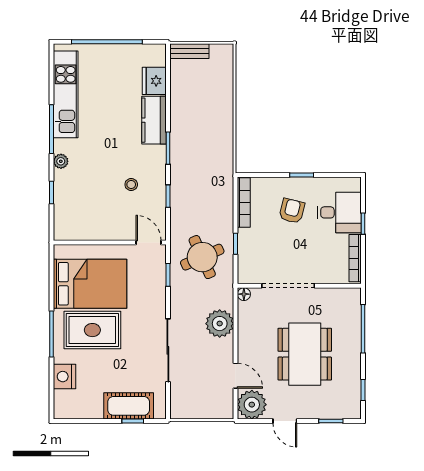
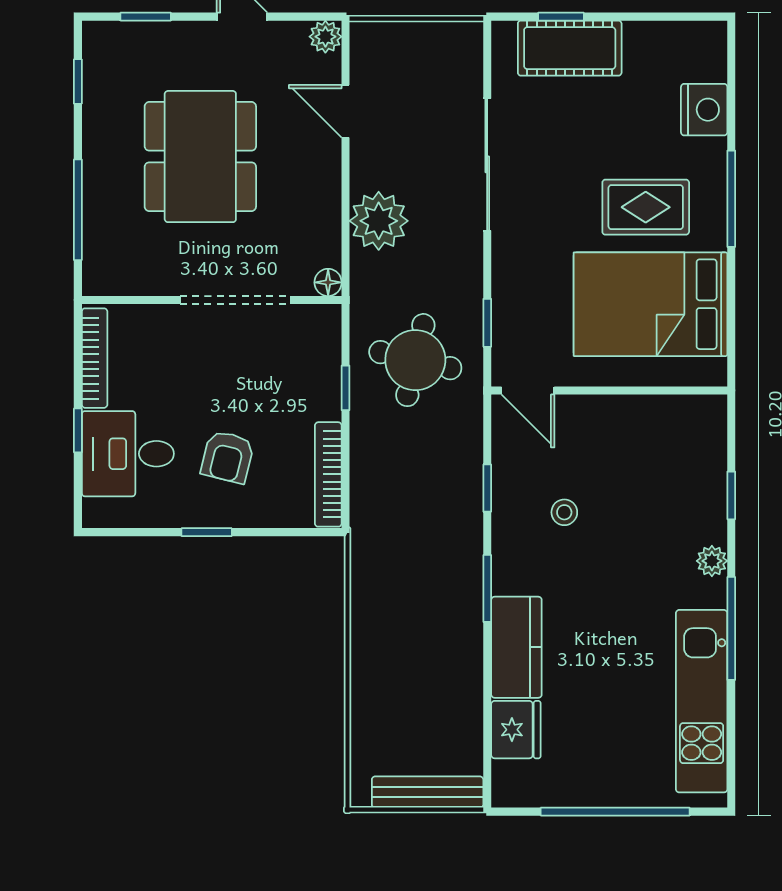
bench: (189, 51) -> (428, 792), width x1.36
round table: (202, 257) -> (415, 360), turned 37
rug: (92, 330) -> (646, 207), width x0.73, depth x0.70
plant: (252, 405) -> (325, 37), width x0.53, depth x0.53

